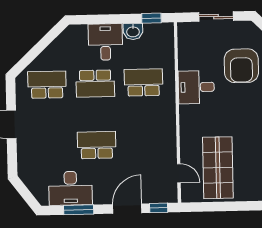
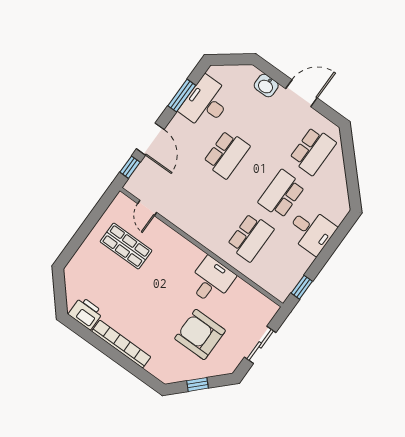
washbasin: (133, 31) -> (266, 85), moved, turned -90
shop shelf: (218, 168) -> (126, 246), width x0.70, depth x0.74
door: (179, 173) -> (147, 208), hinge flipped

